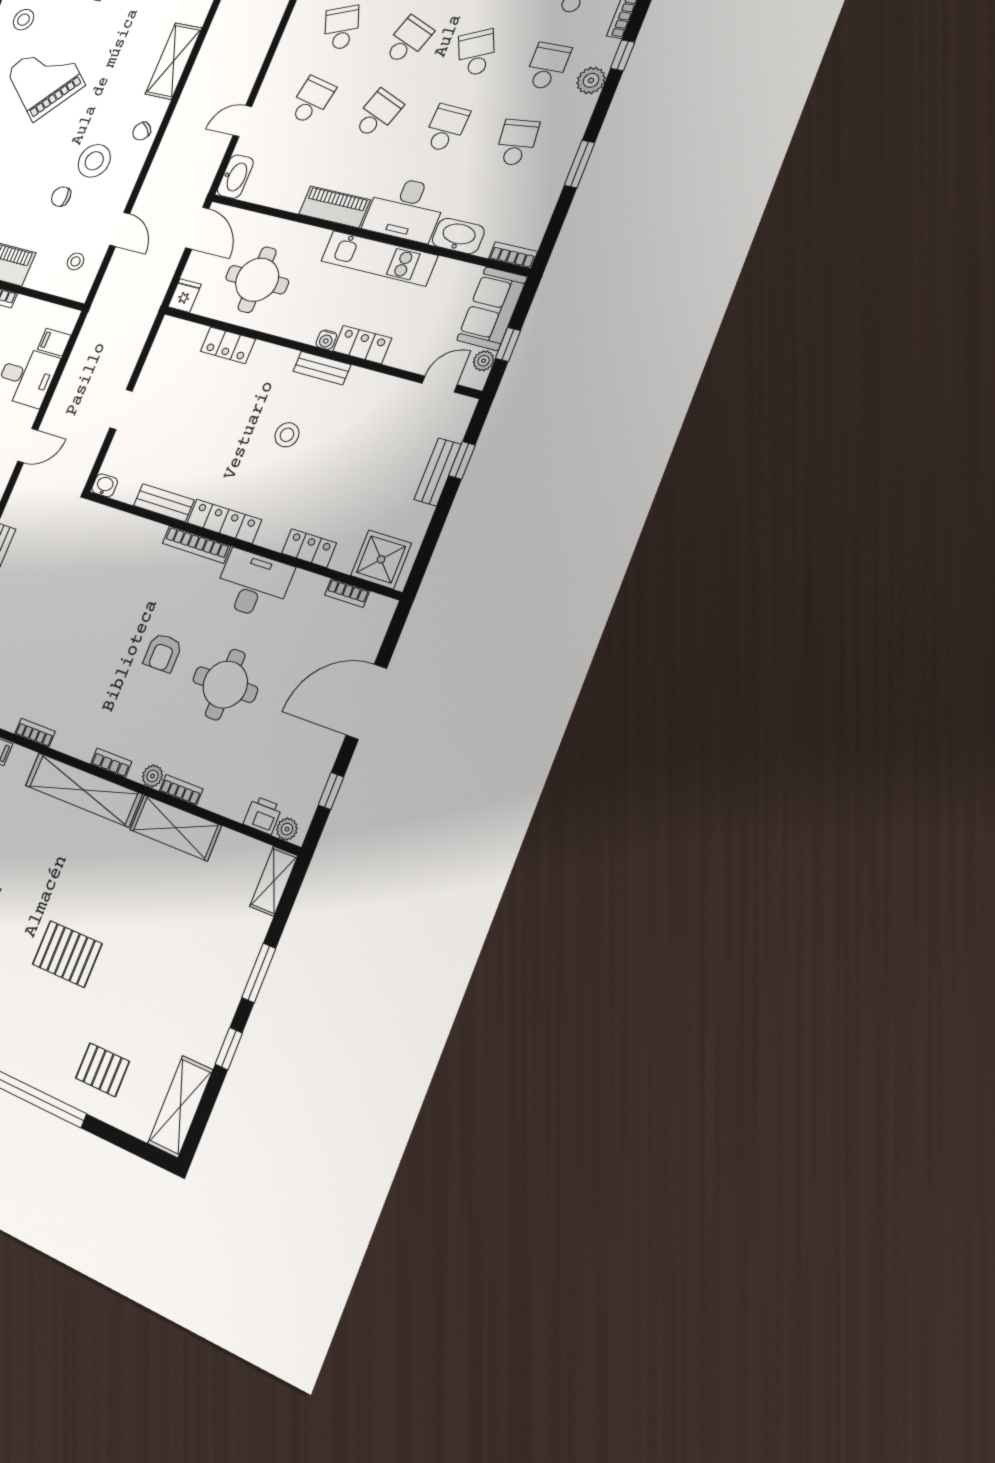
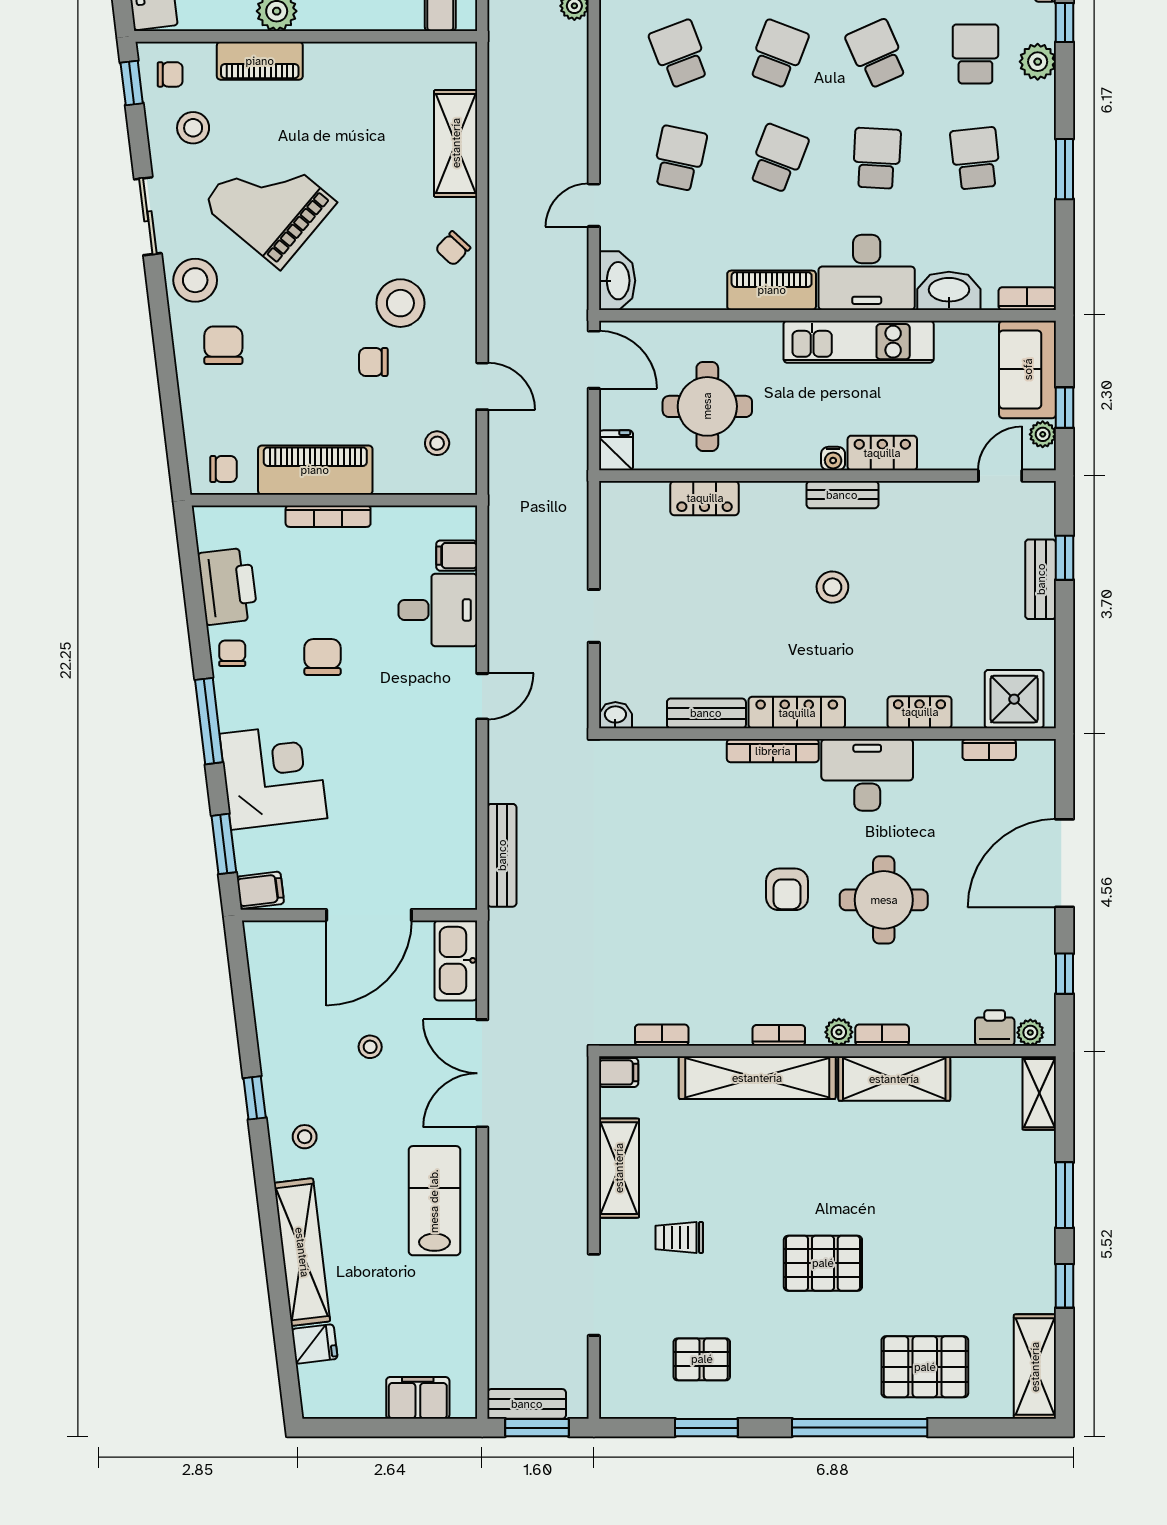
pallet: (102, 1070) -> (925, 1367), width x1.50, depth x1.42

